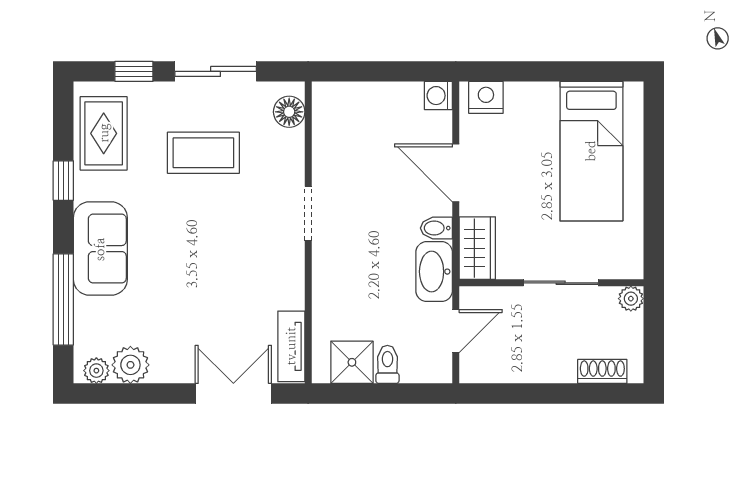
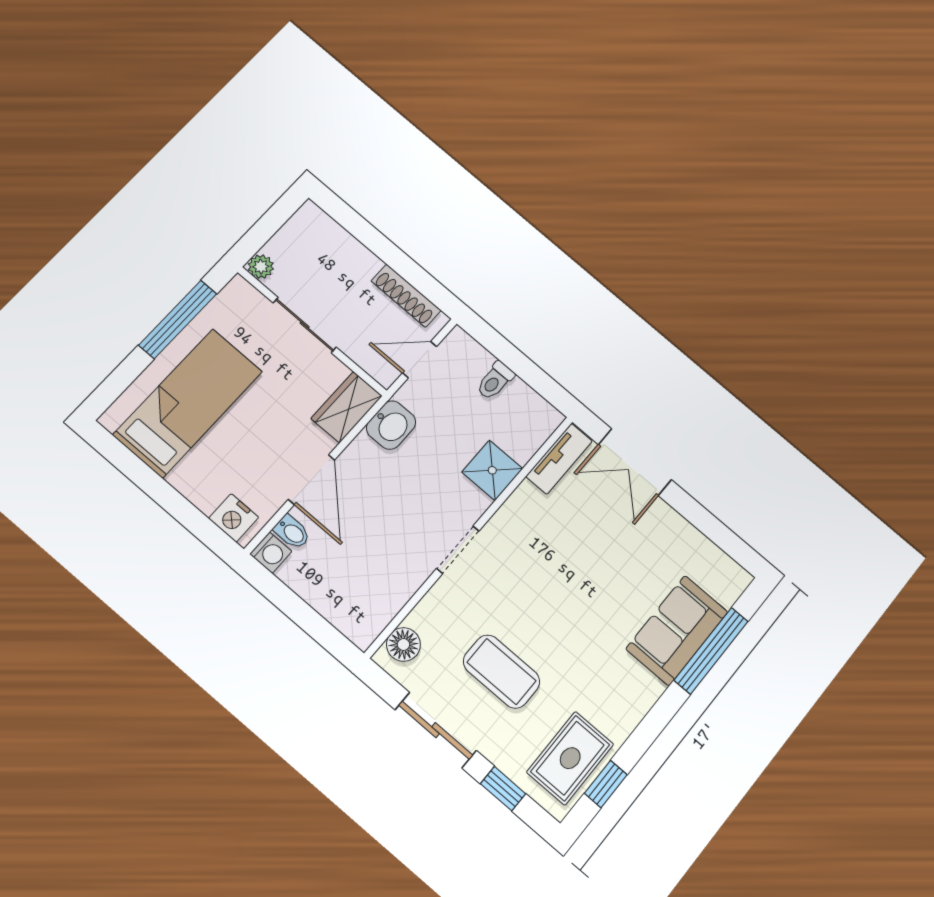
window: (63, 181) -> (606, 784), moved
window: (654, 206) -> (178, 319), added
bidet: (436, 228) -> (292, 532), moved
sofa: (100, 249) -> (677, 630), moved
washbasin: (434, 272) -> (391, 425), width x0.72
shower: (352, 362) -> (492, 470), moved
plant: (130, 365) -> (698, 553), removed
plant: (96, 371) -> (729, 572), removed
shoe rack: (602, 371) -> (406, 296), moved, width x1.43

